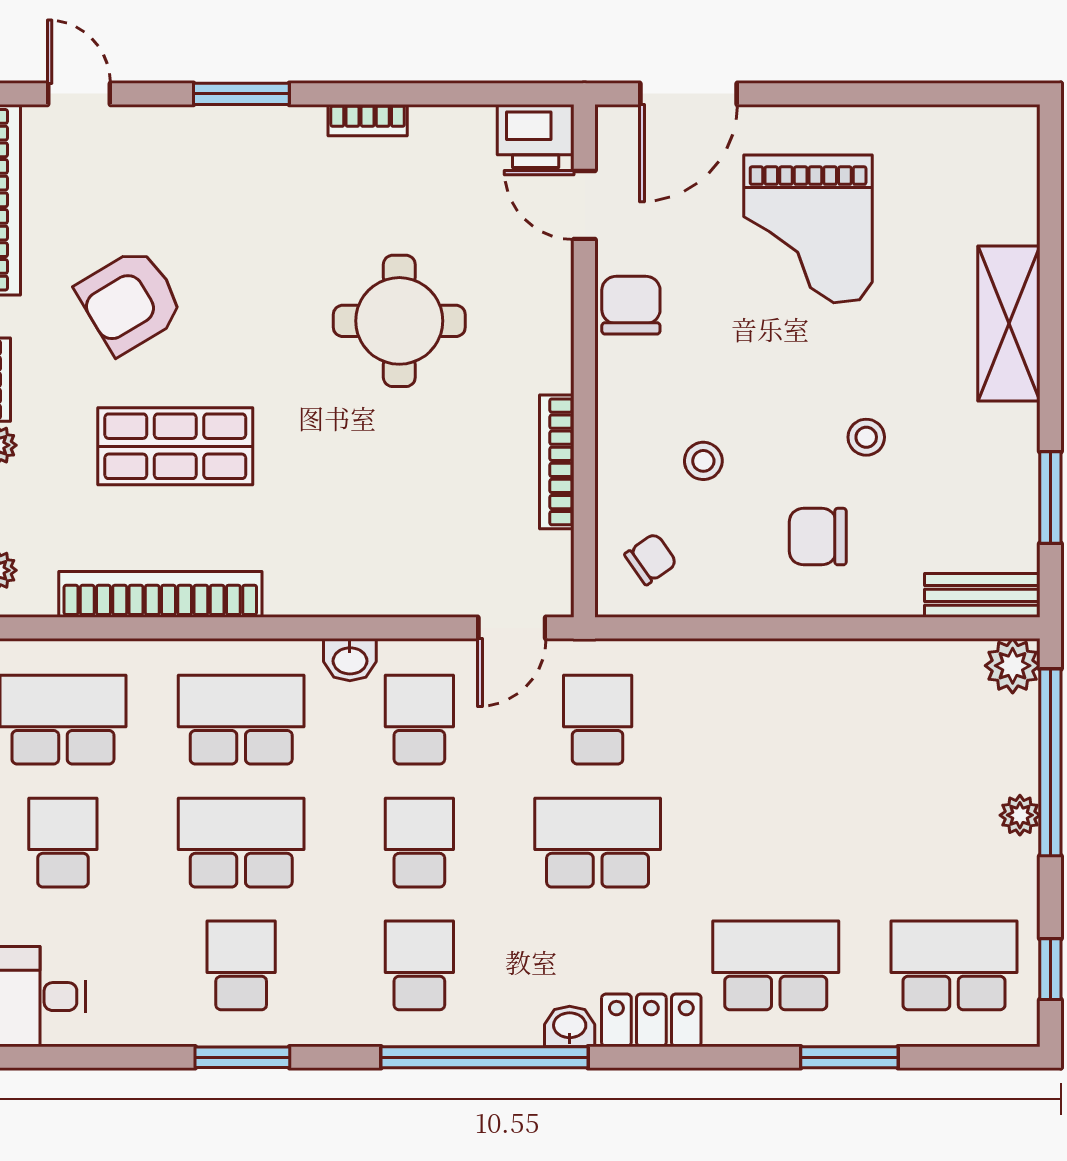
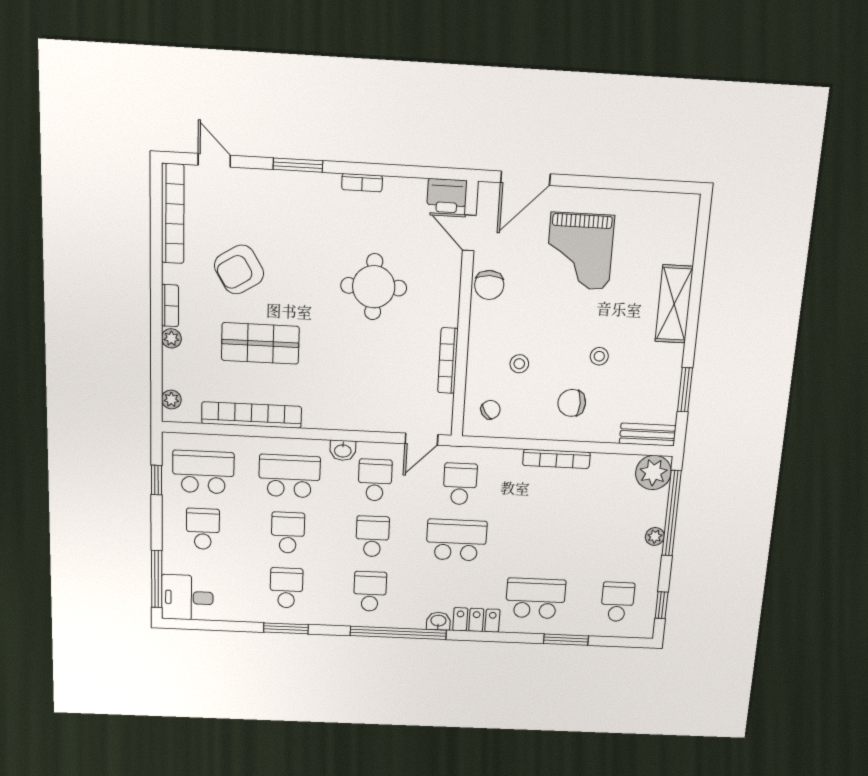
chair: (631, 305) -> (489, 285), turned 180
bookcase: (796, 656) -> (556, 459), added
plant: (1013, 666) -> (653, 472), width x1.36, depth x1.36
school desk: (241, 843) -> (288, 533), width x0.54
school desk: (954, 965) -> (618, 602), width x0.54

